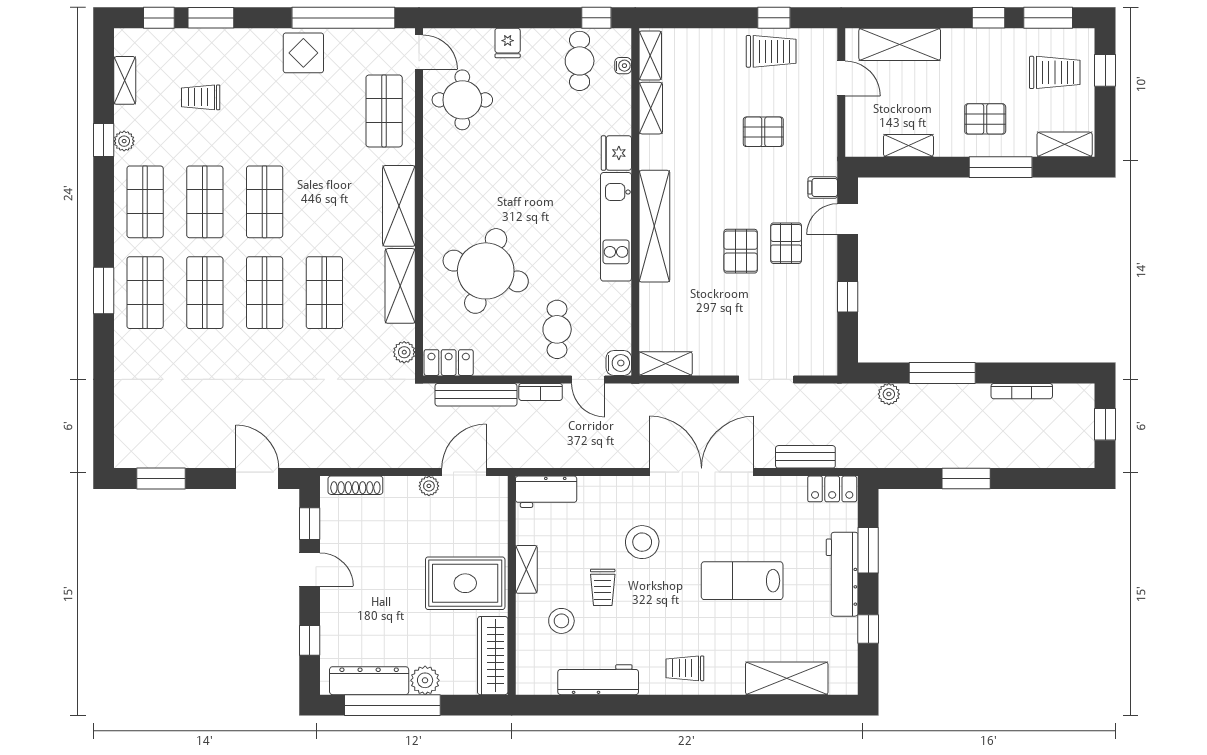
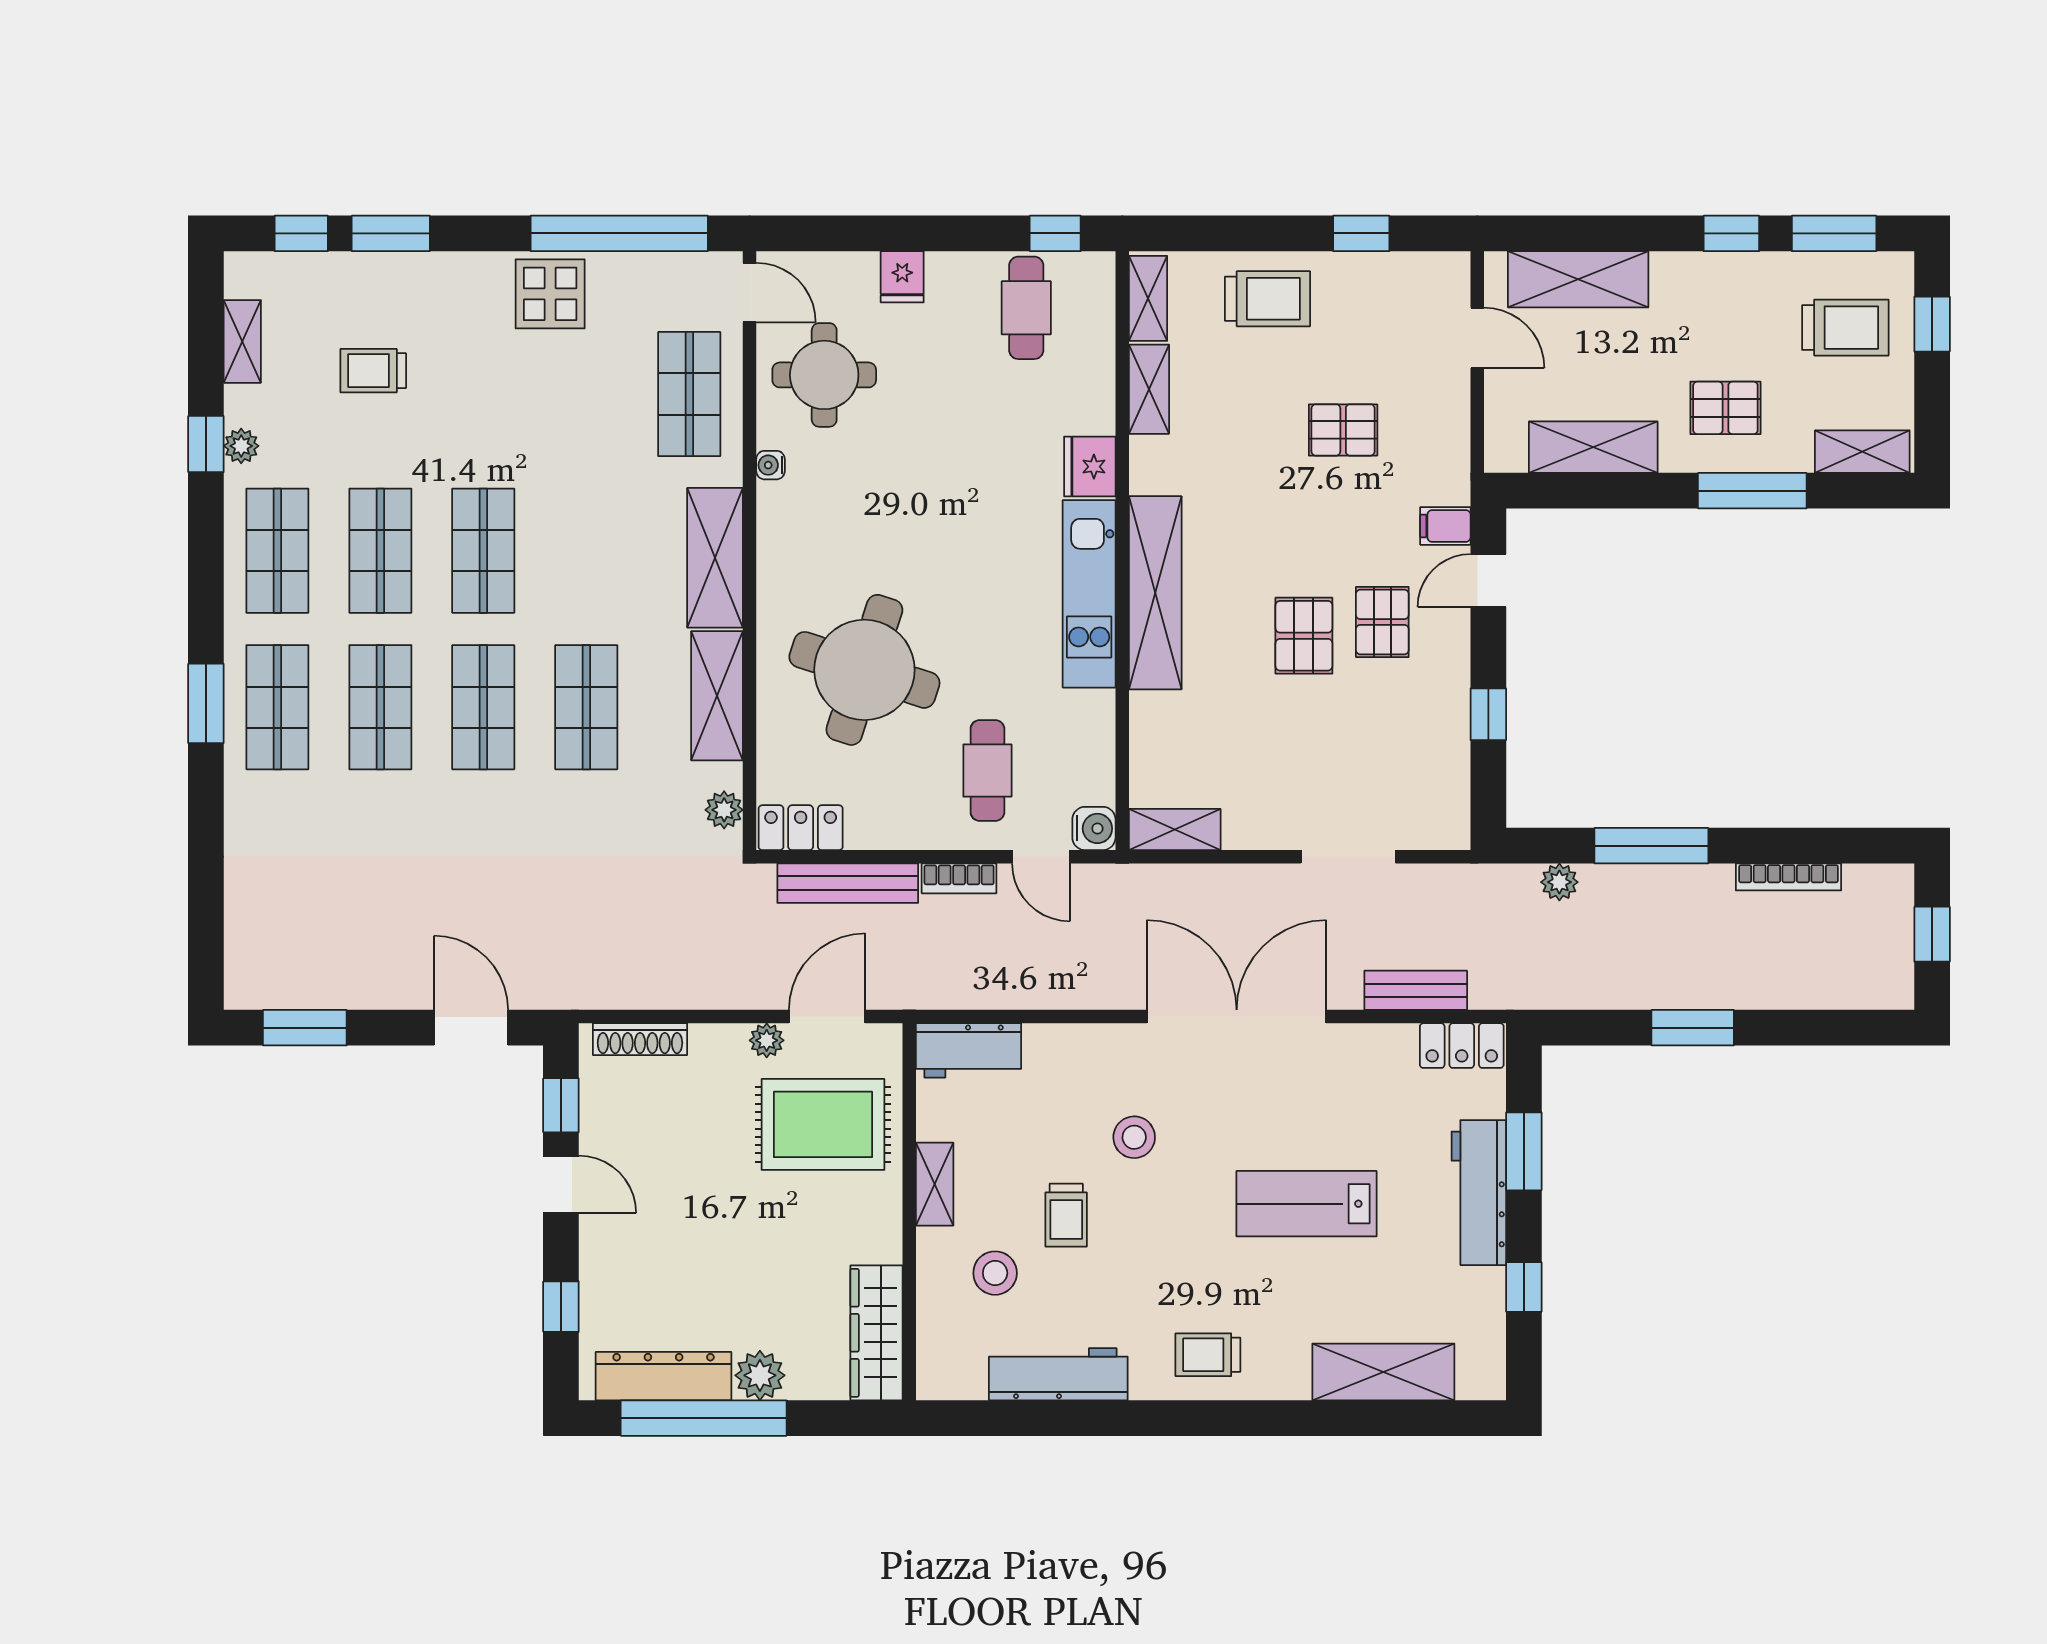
trolley: (771, 51) -> (1267, 299), moved
water cooler: (623, 66) -> (771, 465), moved, turned 180
shelving: (908, 146) -> (1593, 447), width x1.50, depth x1.33
stool: (642, 542) -> (1134, 1137), width x0.73, depth x0.73
rug: (465, 583) -> (823, 1124), moved

